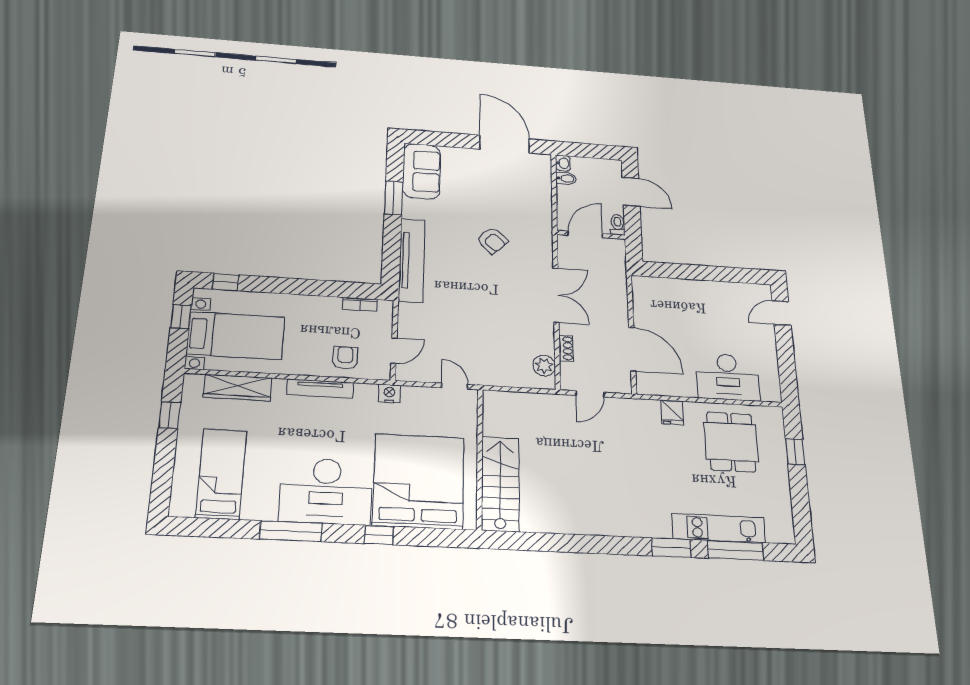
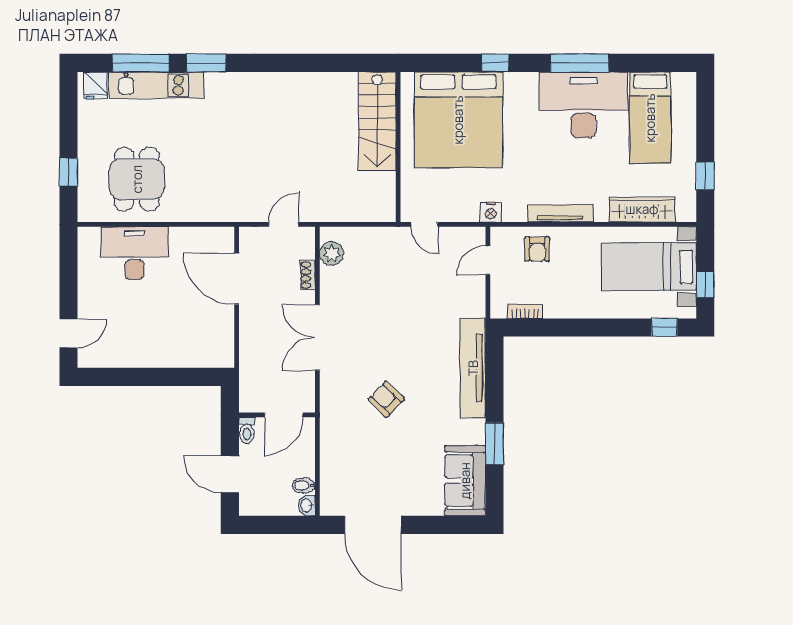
fridge: (672, 412) -> (96, 86), moved, turned 180
desk: (326, 491) -> (584, 105), moved

